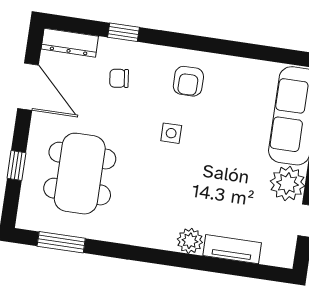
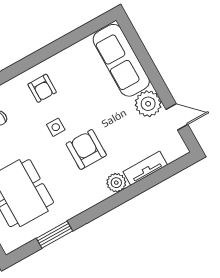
armchair: (185, 181) -> (86, 149), added
window: (61, 242) -> (54, 235), moved

